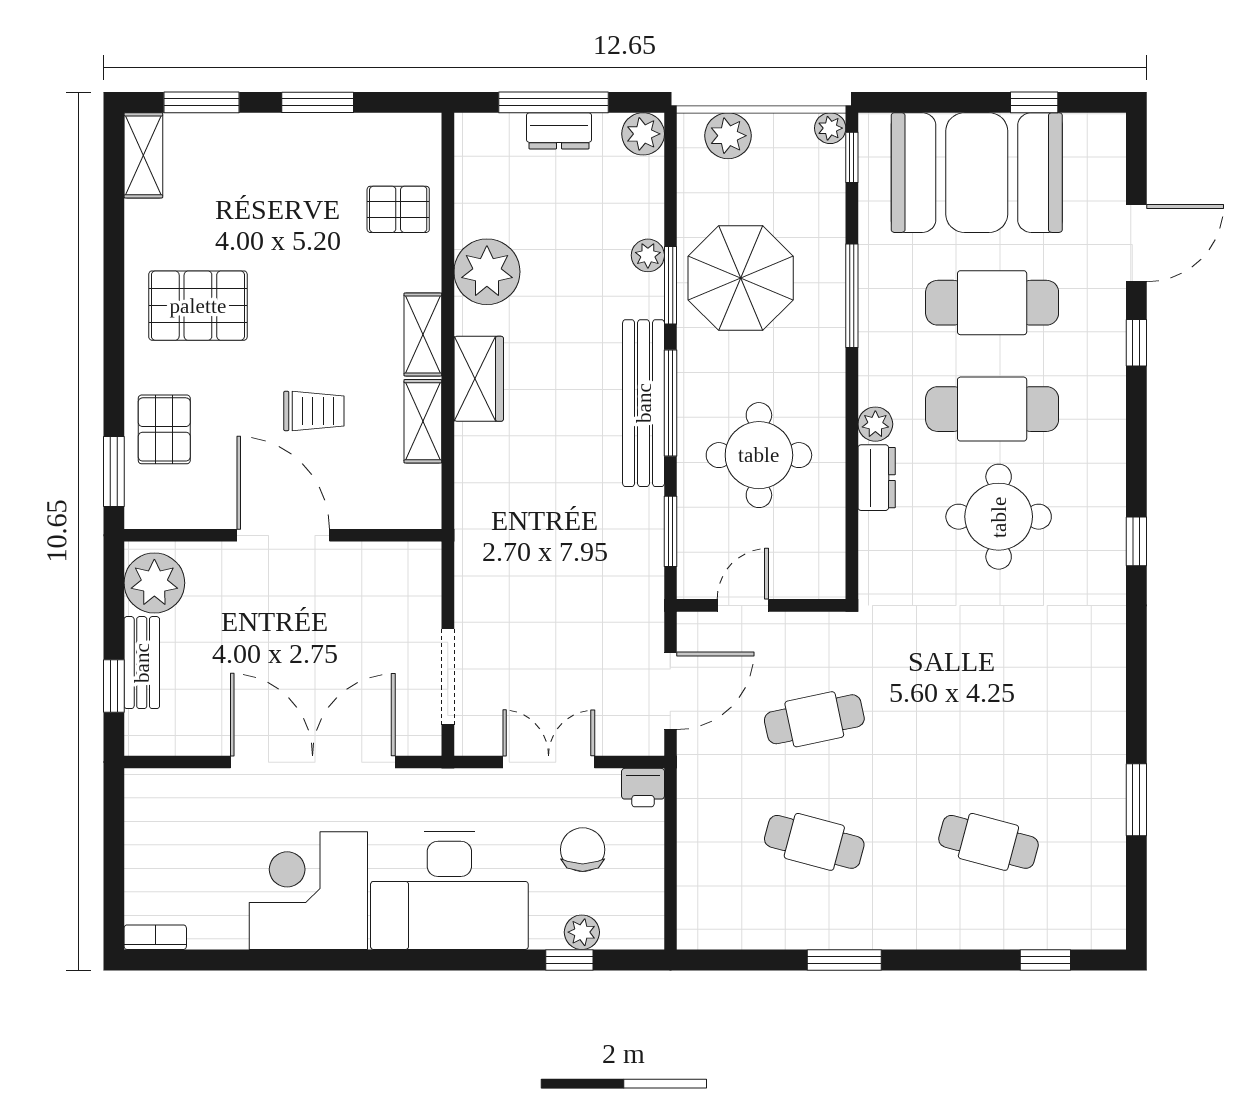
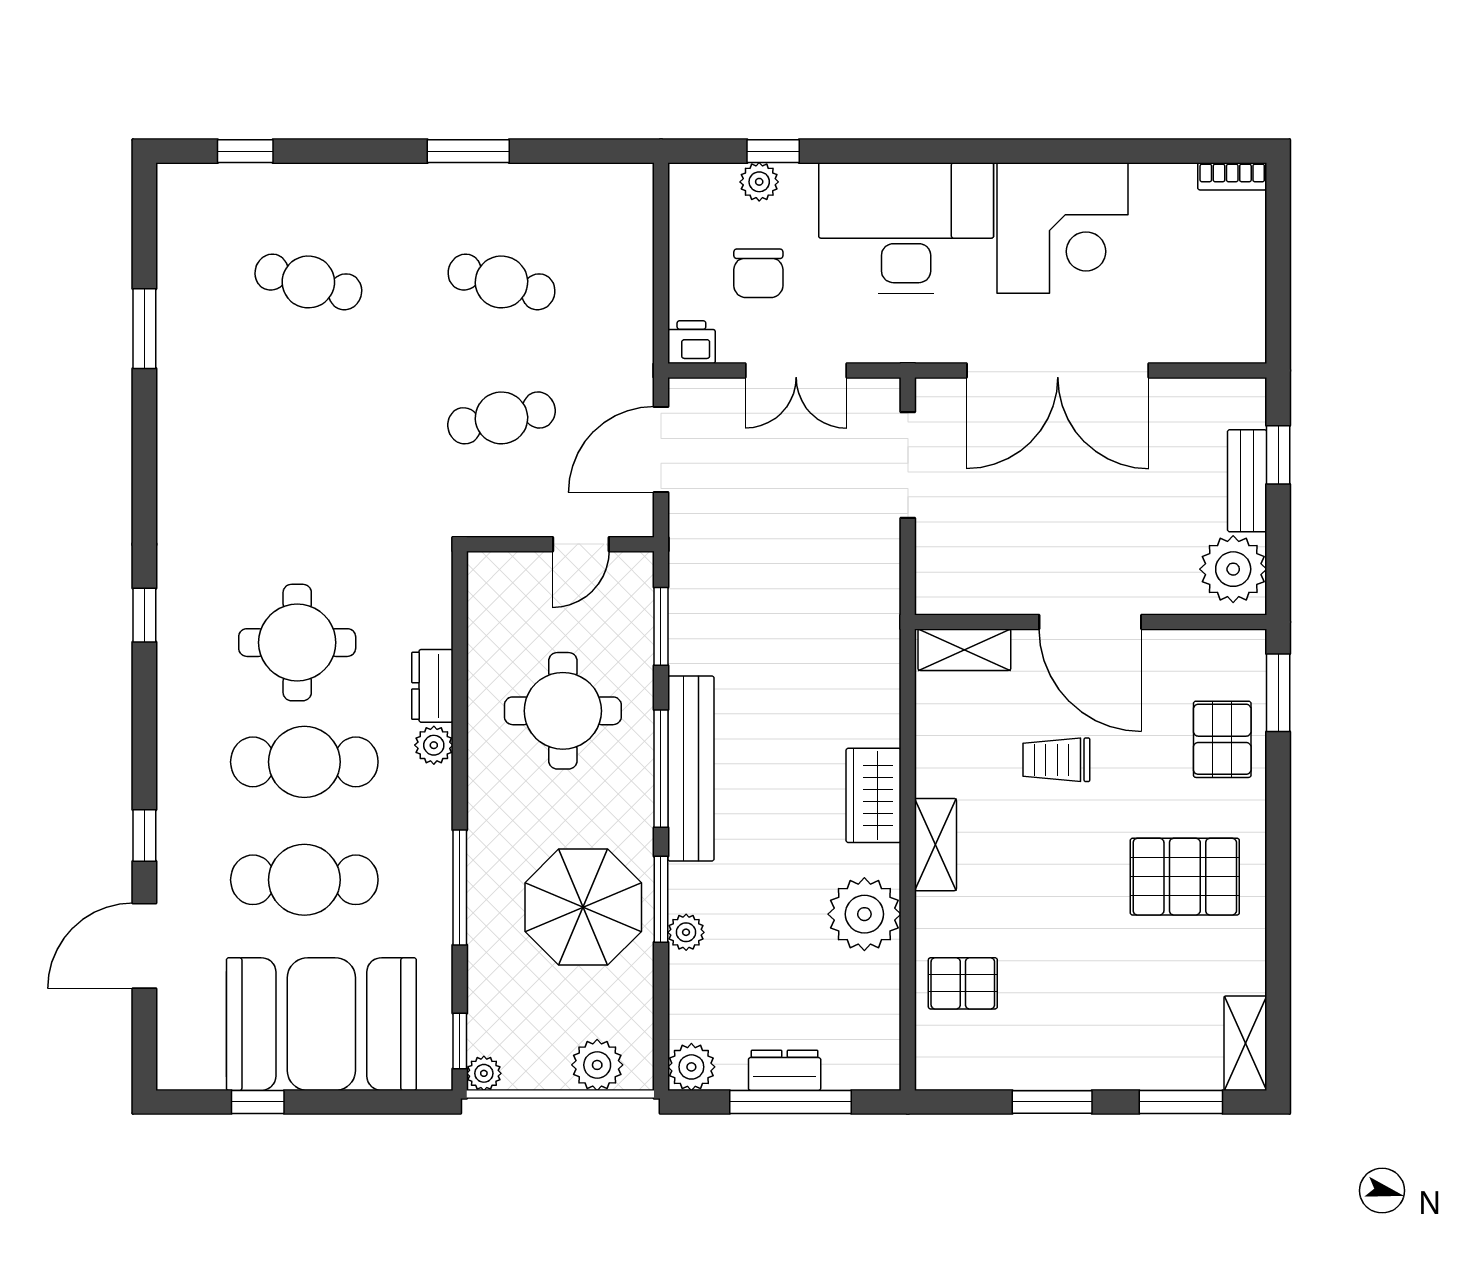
shelving: (423, 421) -> (964, 650), moved, turned 90

